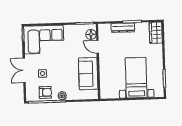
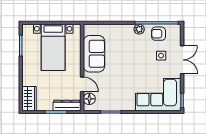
floor lamp: (91, 34) -> (89, 99), moved
door: (98, 47) -> (82, 84), moved
wall: (98, 61) -> (82, 67), moved
sofa: (88, 74) -> (94, 54), moved

